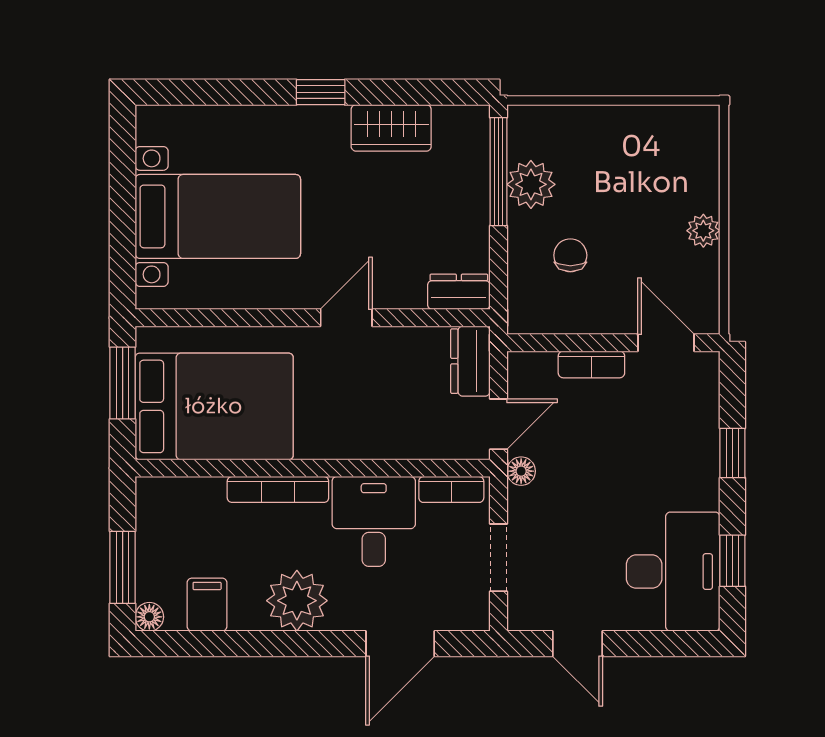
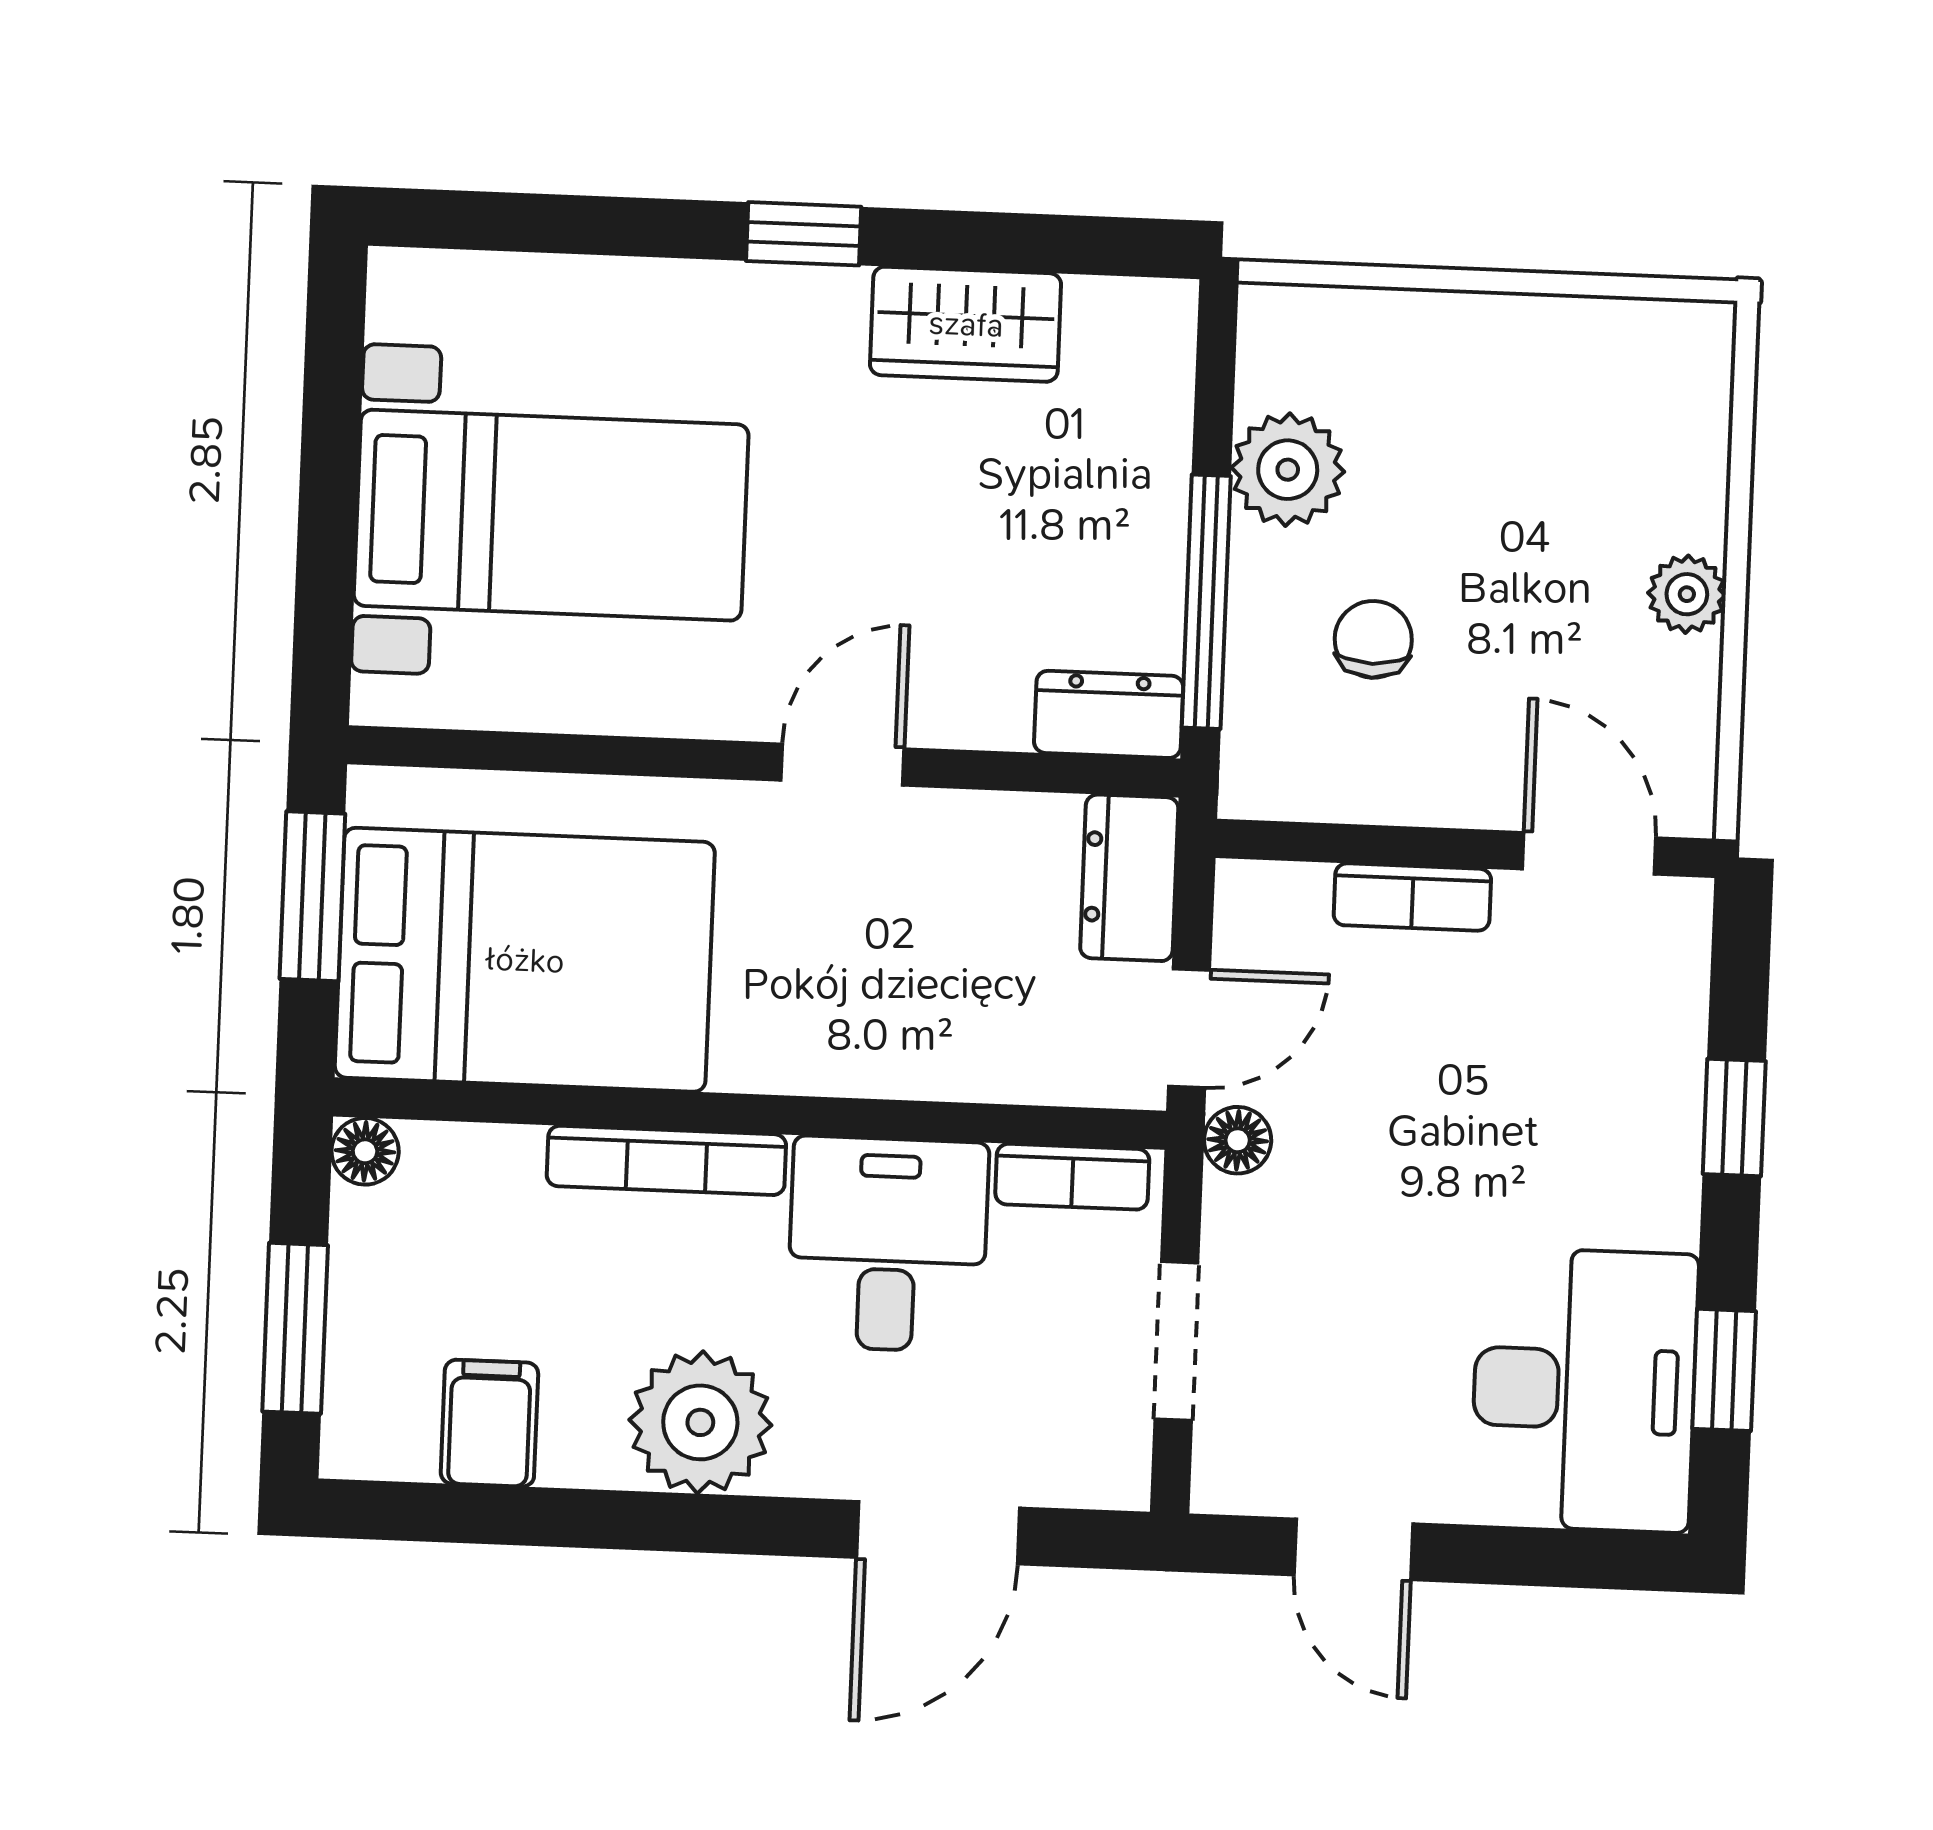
window: (498, 172) -> (1206, 602), moved
floor lamp: (149, 617) -> (365, 1151), moved

